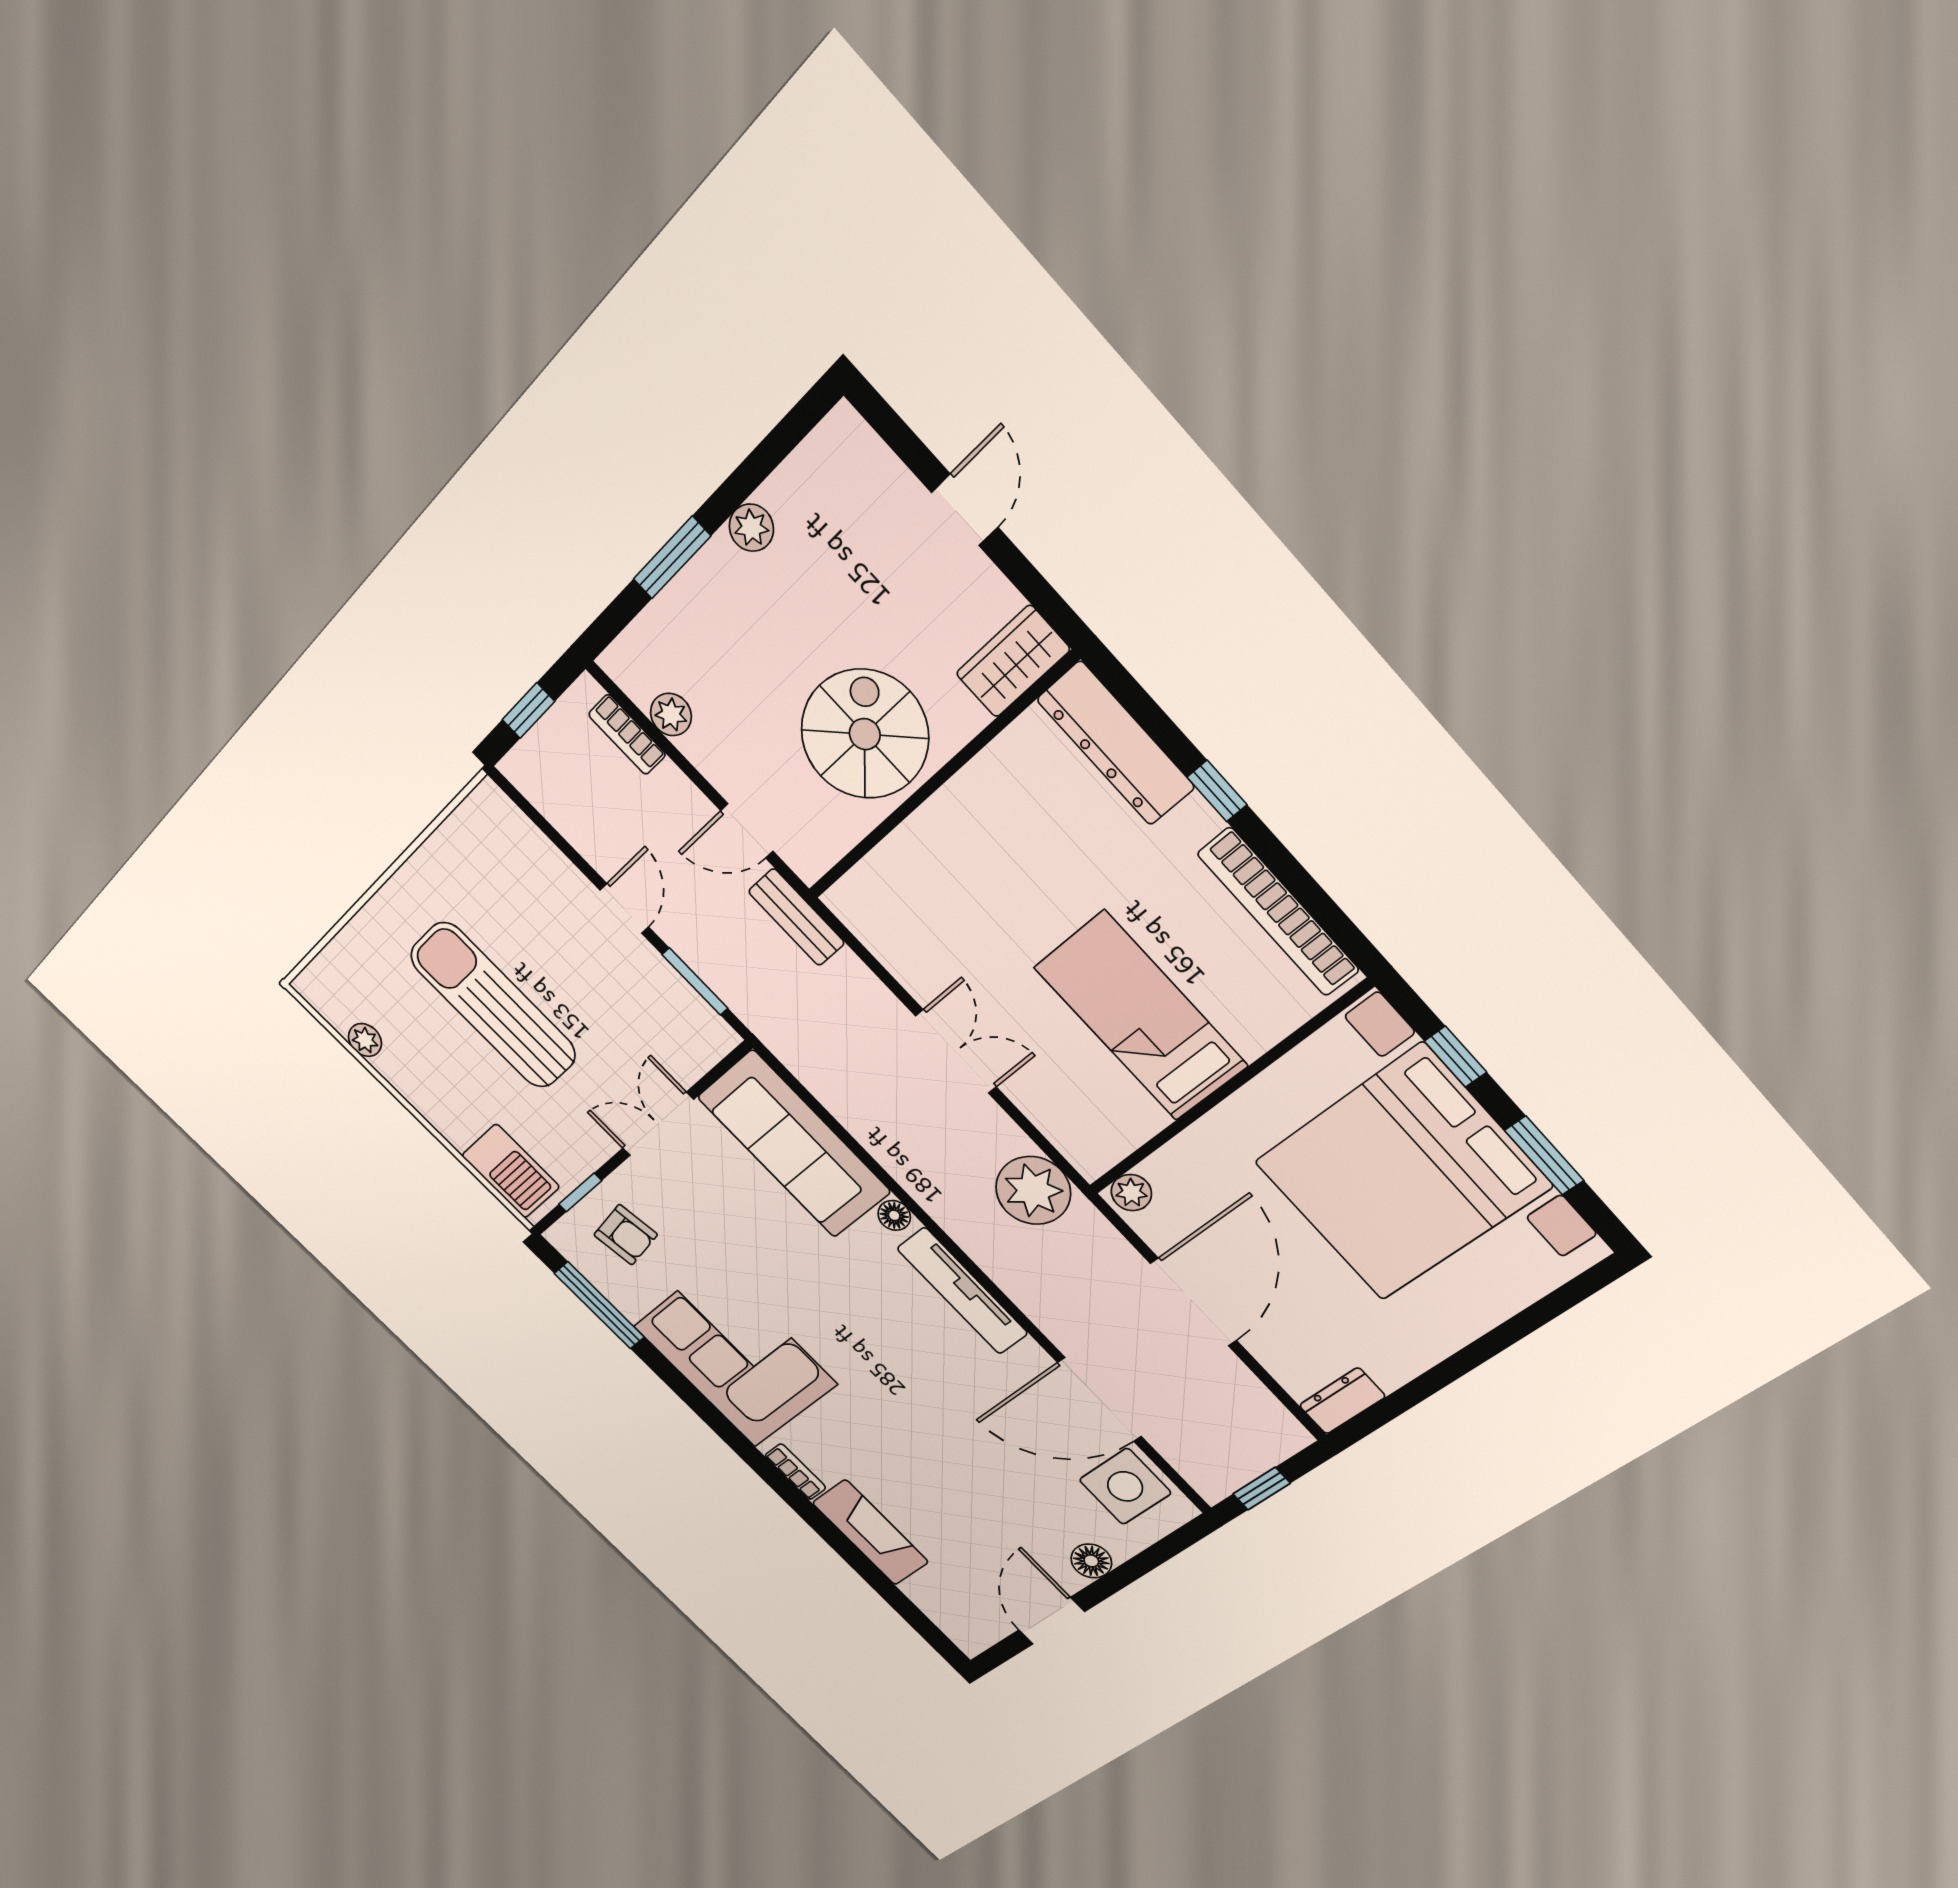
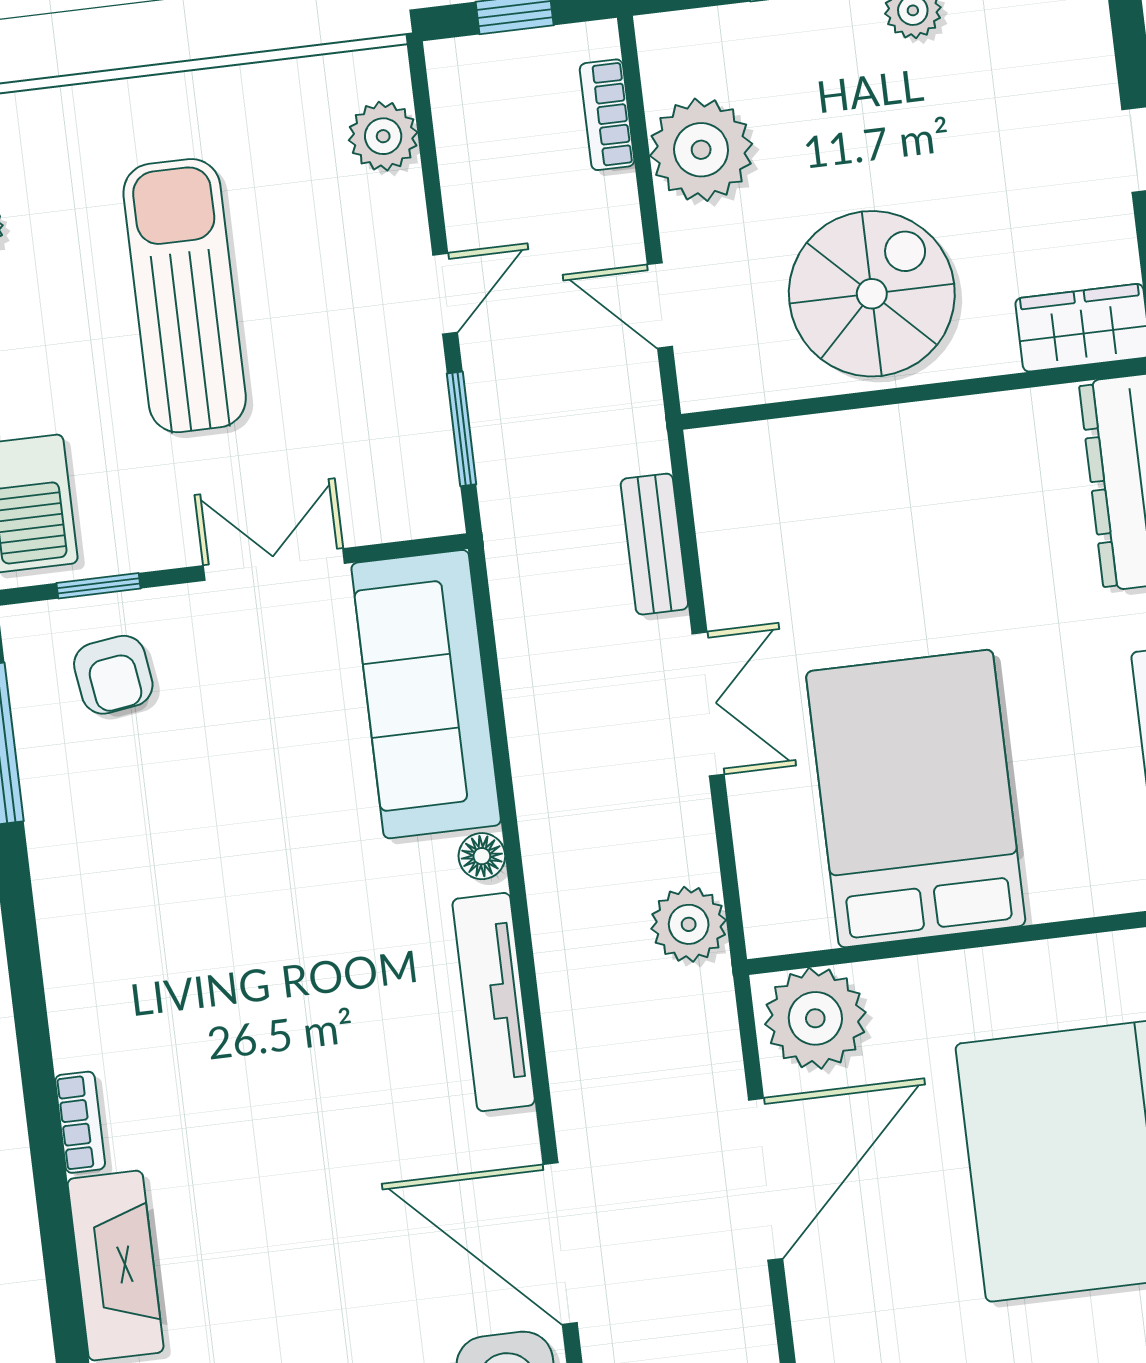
plant: (671, 715) -> (701, 150), width x1.88, depth x1.88
plant: (519, 839) -> (383, 136), added
bench: (796, 917) -> (654, 544), moved
bed: (1141, 1017) -> (916, 799), width x1.50
plant: (1033, 1191) -> (689, 924), width x0.73, depth x0.73
plant: (1131, 1193) -> (815, 1018), width x1.87, depth x1.87
corner sofa: (735, 1355) -> (128, 916), removed

